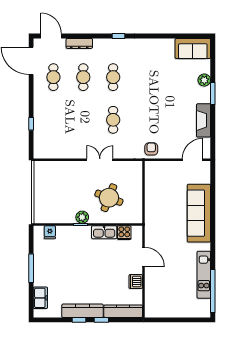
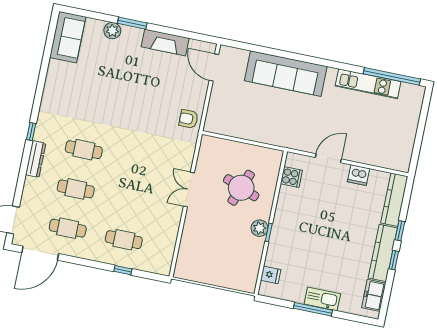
dresser: (79, 43) -> (36, 159), moved
cafe table: (113, 120) -> (124, 240), moved
kitchen sink: (104, 232) -> (322, 299), moved, turned -90
freezer: (40, 298) -> (374, 295), moved, turned -90

